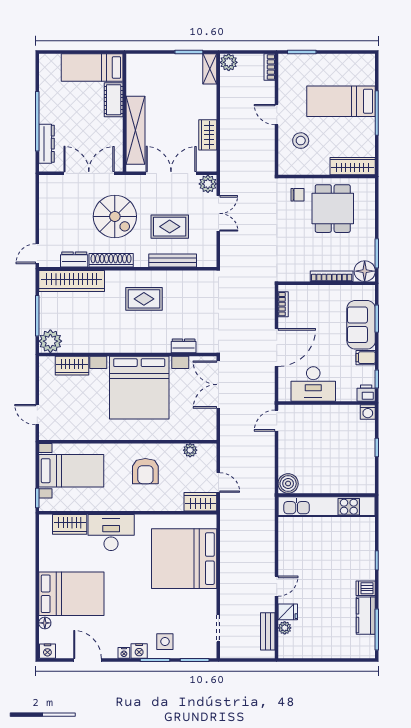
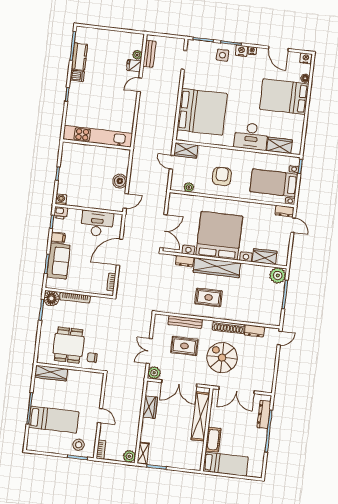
stool: (301, 141) -> (79, 445), moved
wardrobe: (72, 281) -> (217, 268), moved, turned 180
dresser: (52, 433) -> (285, 211), added
boiler: (288, 484) -> (120, 181), moved

